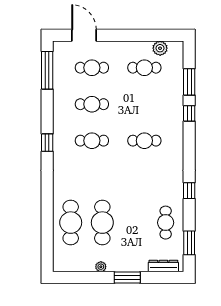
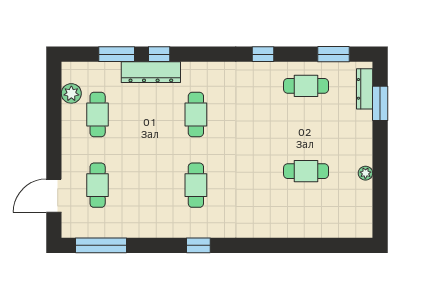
cafe table: (92, 104) -> (147, 185), removed
dresser: (176, 107) -> (151, 72), added
cafe table: (71, 223) -> (306, 214), removed
cafe table: (102, 223) -> (306, 171), width x0.73, depth x0.74
window: (127, 278) -> (380, 103), moved

